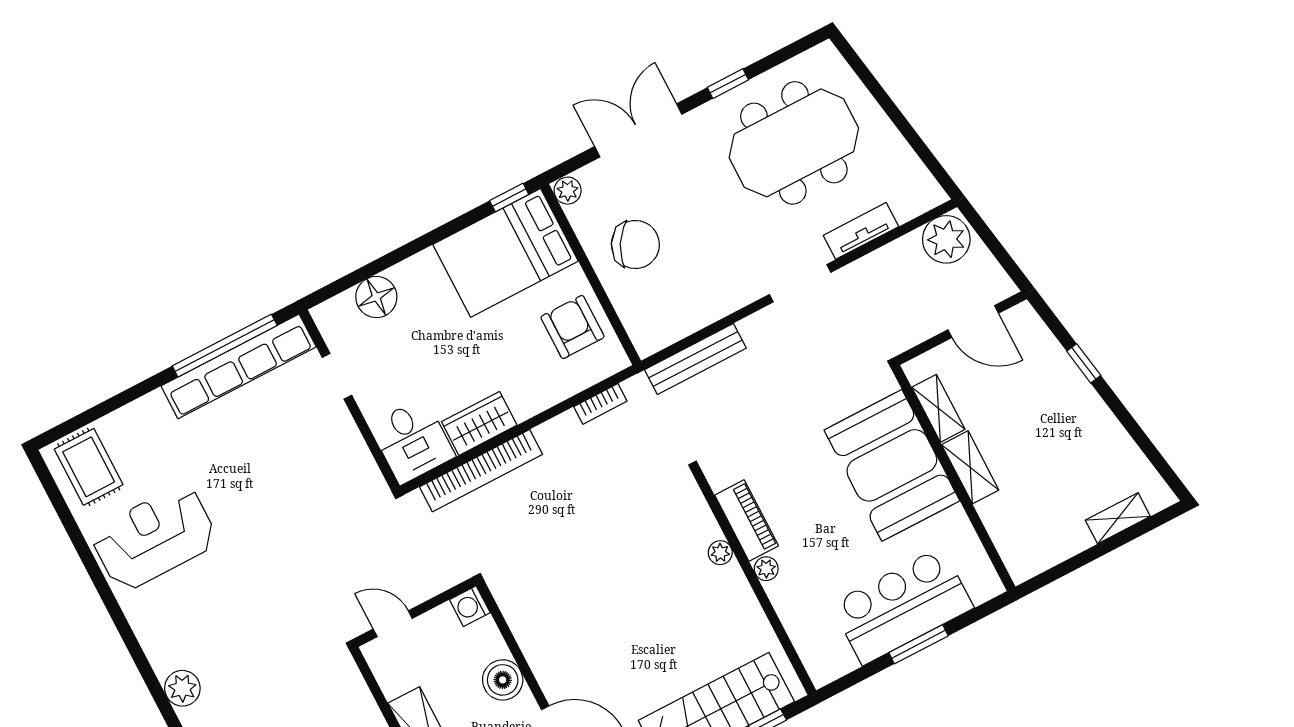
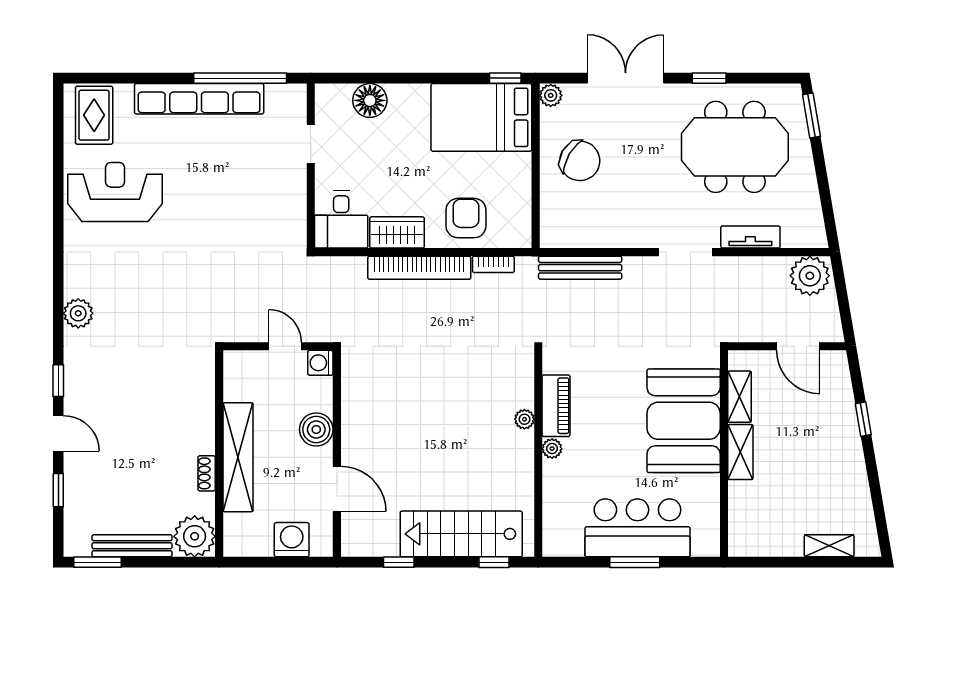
window: (858, 67) -> (811, 116), added
armchair: (572, 327) -> (466, 218), moved
row of seats: (239, 366) -> (199, 99), moved
bookcase: (481, 471) -> (419, 268), moved
door: (393, 624) -> (285, 346), moved

